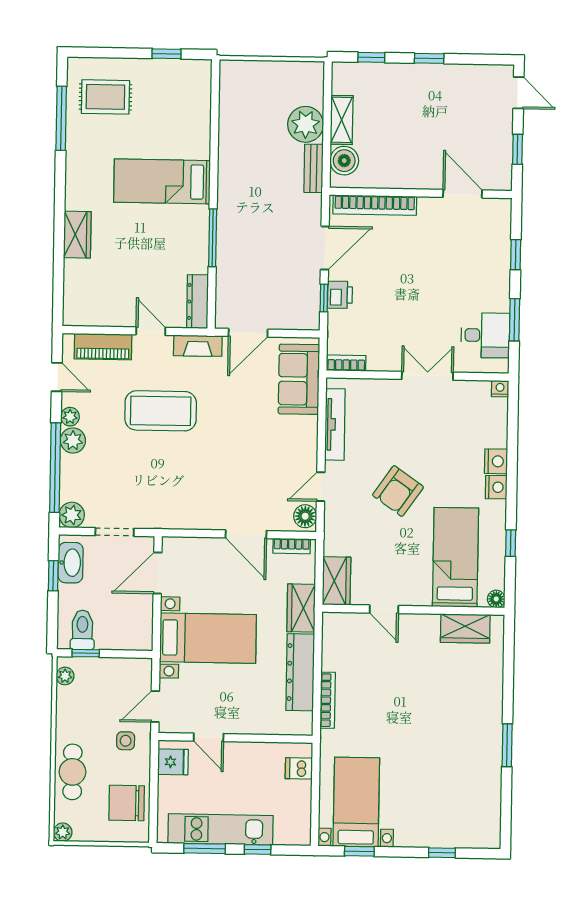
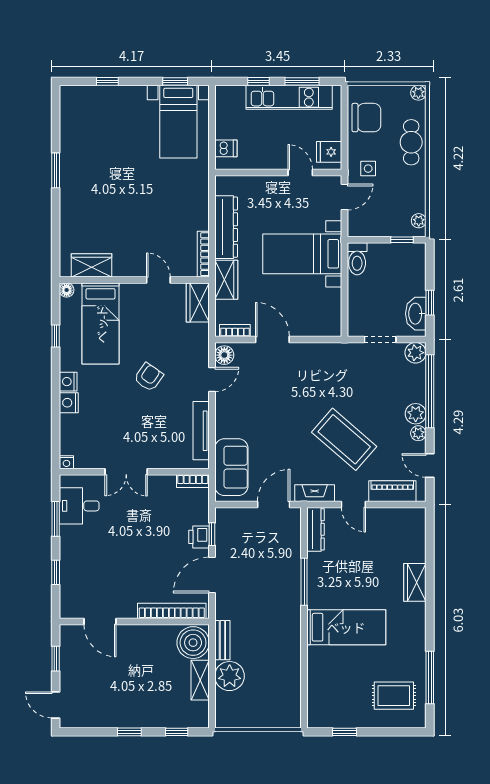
boiler: (344, 161) -> (193, 643), width x1.37, depth x1.37
coffee table: (161, 411) -> (344, 439), turned 41
armchair: (398, 491) -> (149, 377), width x0.72, depth x0.72
door: (158, 573) -> (344, 306), removed
toilet: (82, 630) -> (357, 259), moved
bookcase: (328, 700) -> (203, 254), moved

